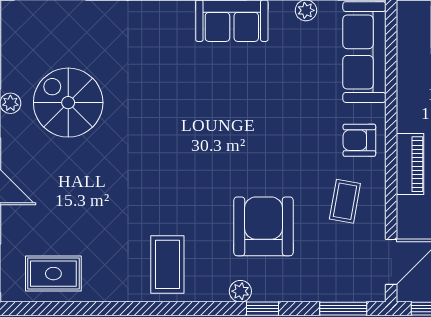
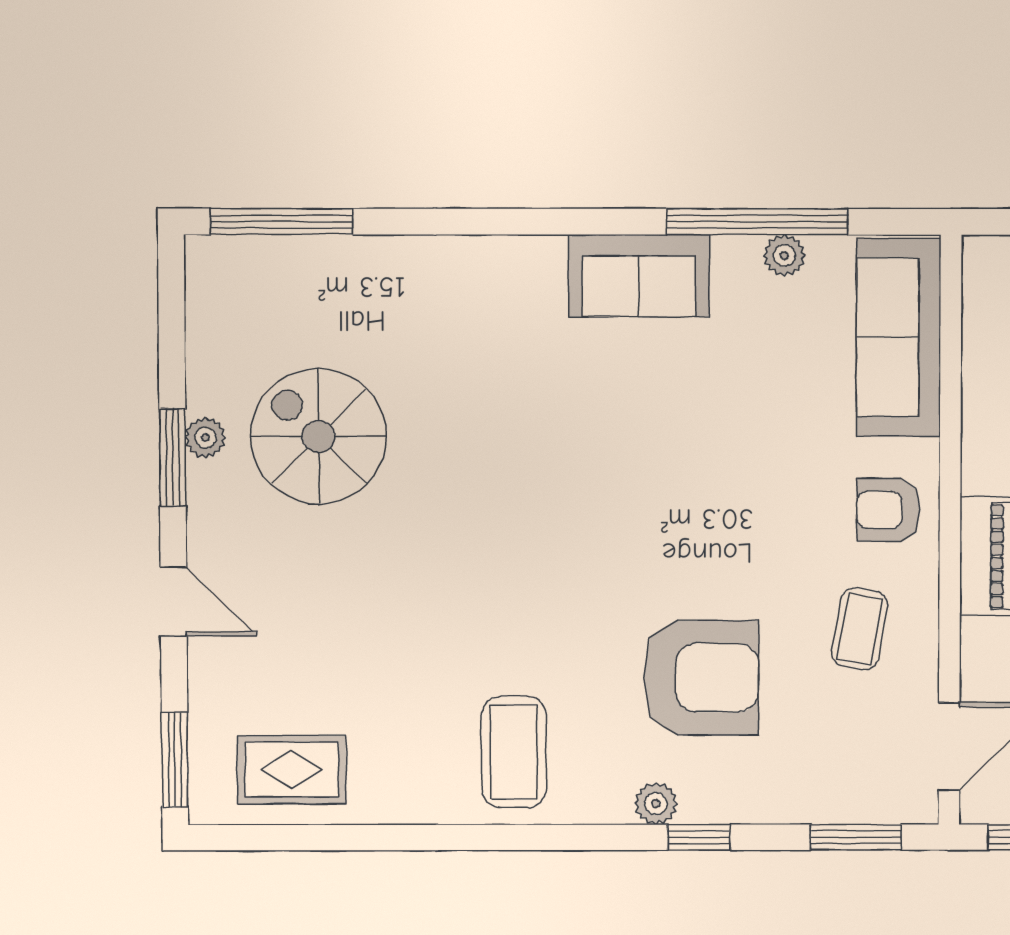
armchair: (263, 226) -> (701, 678), turned 90

